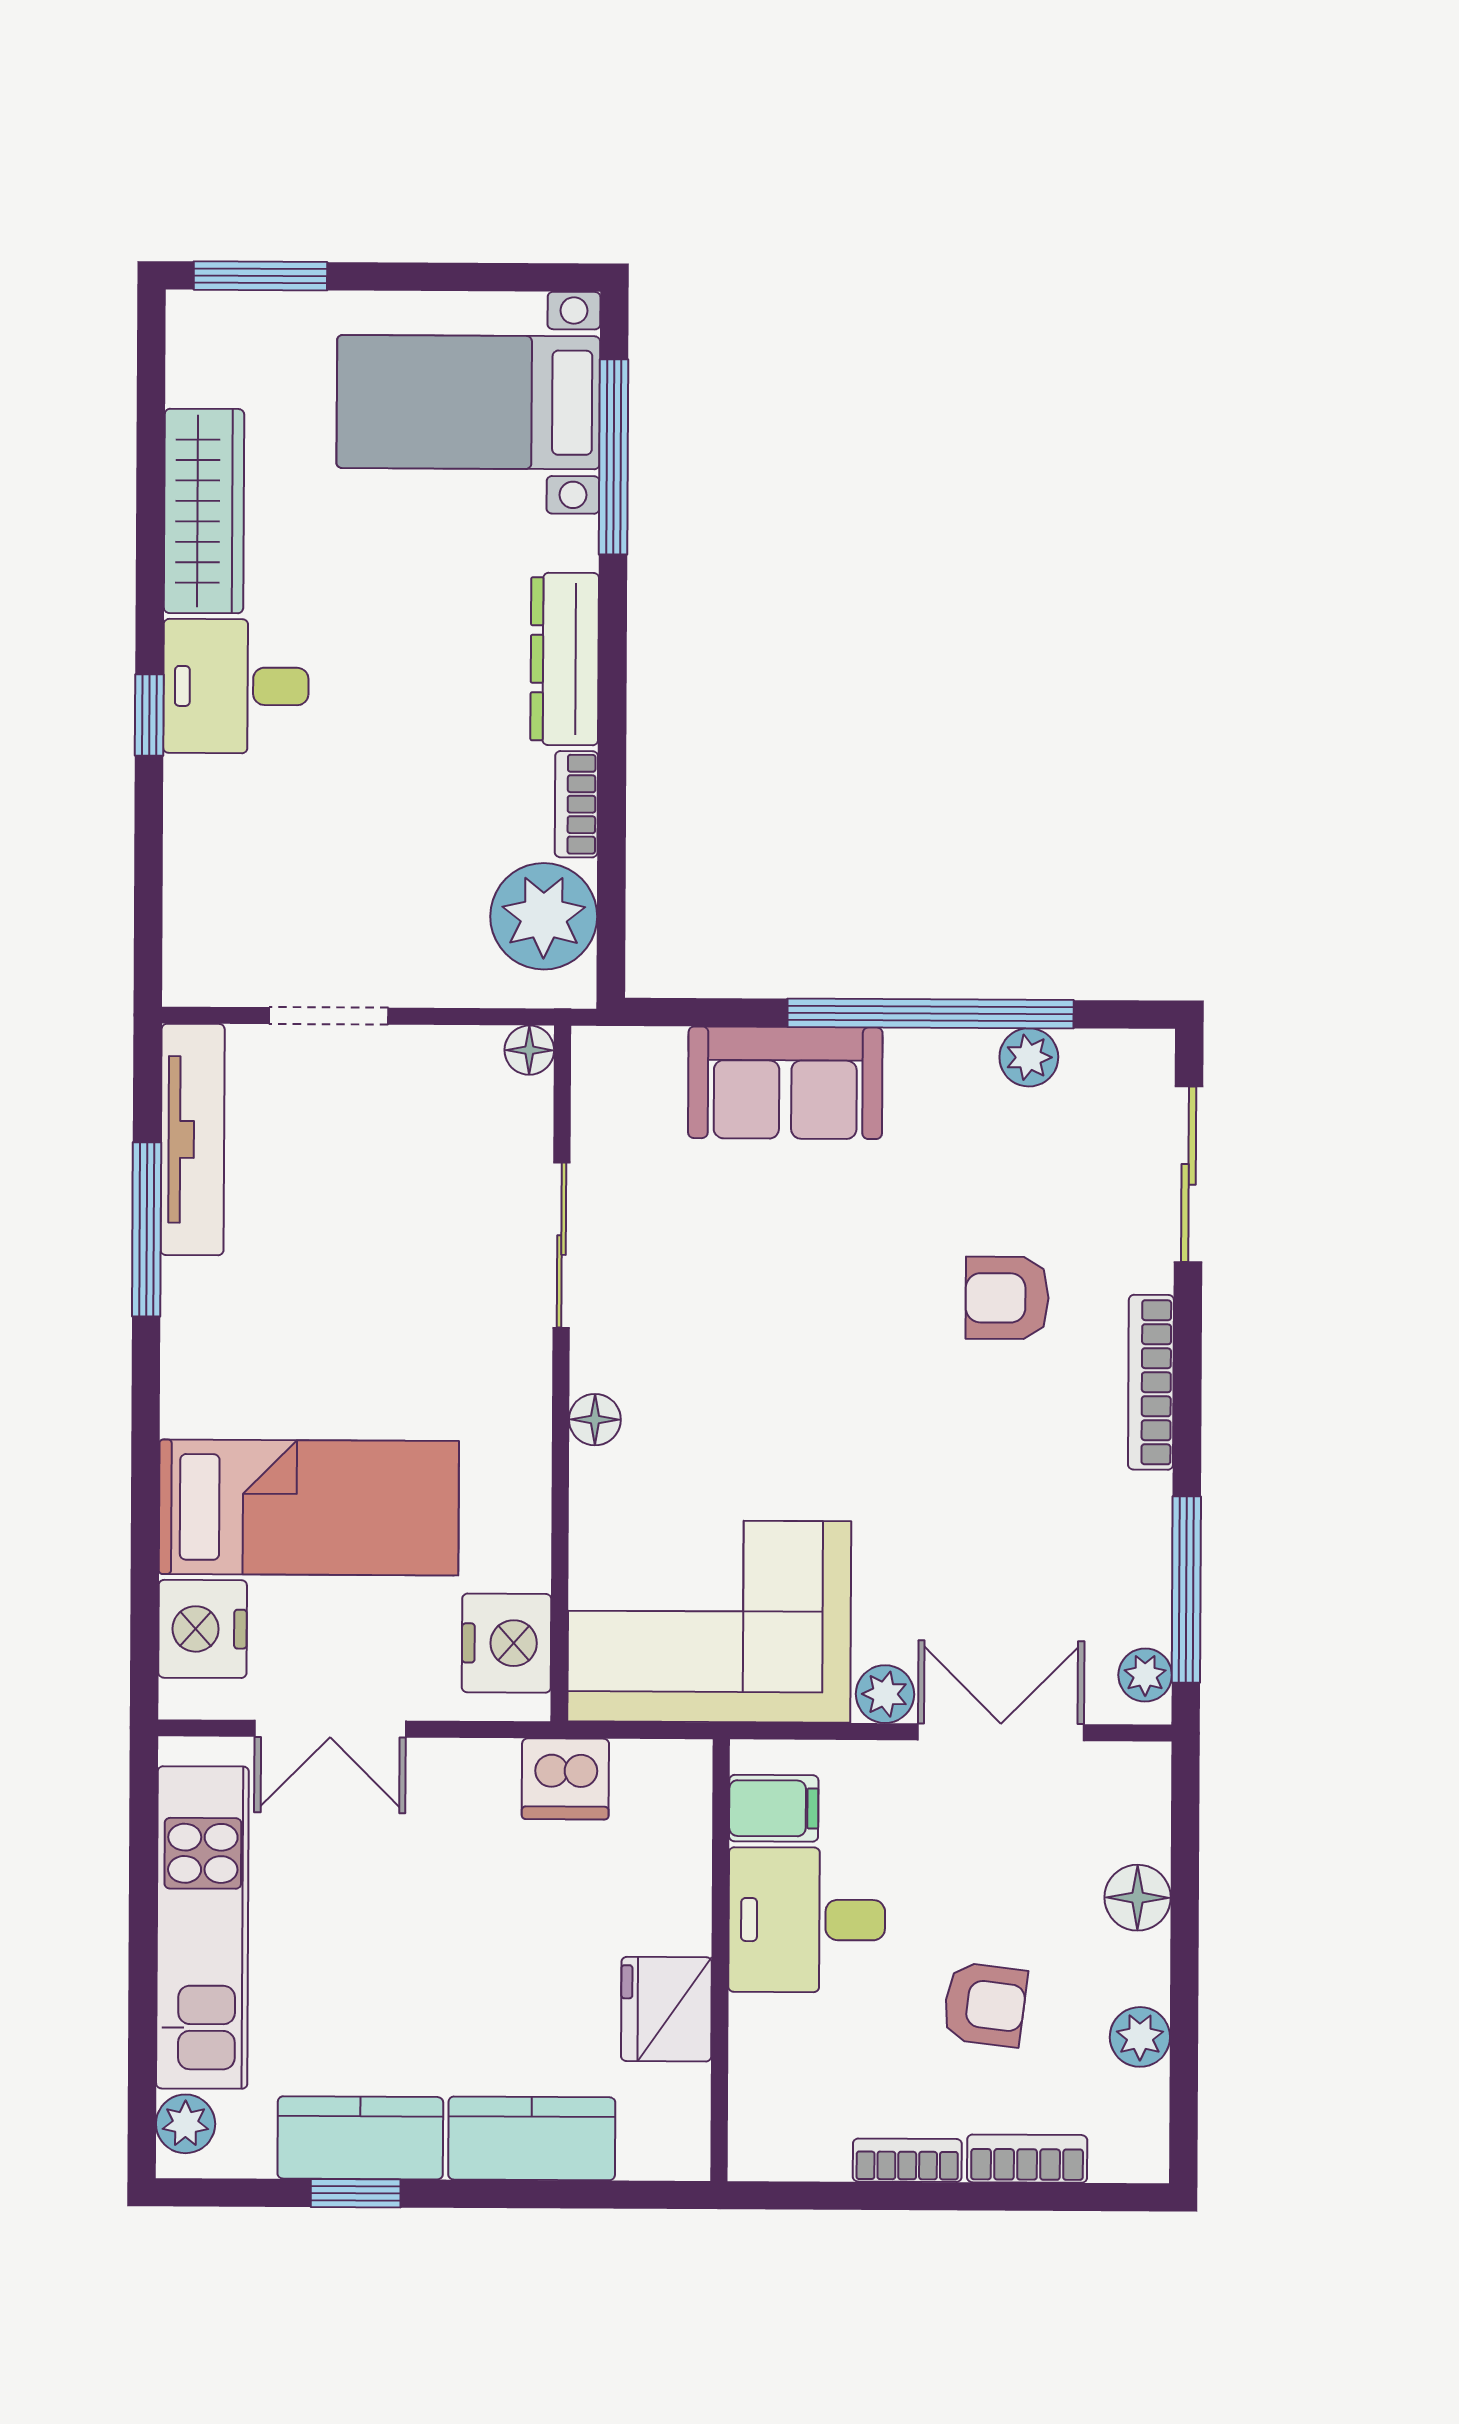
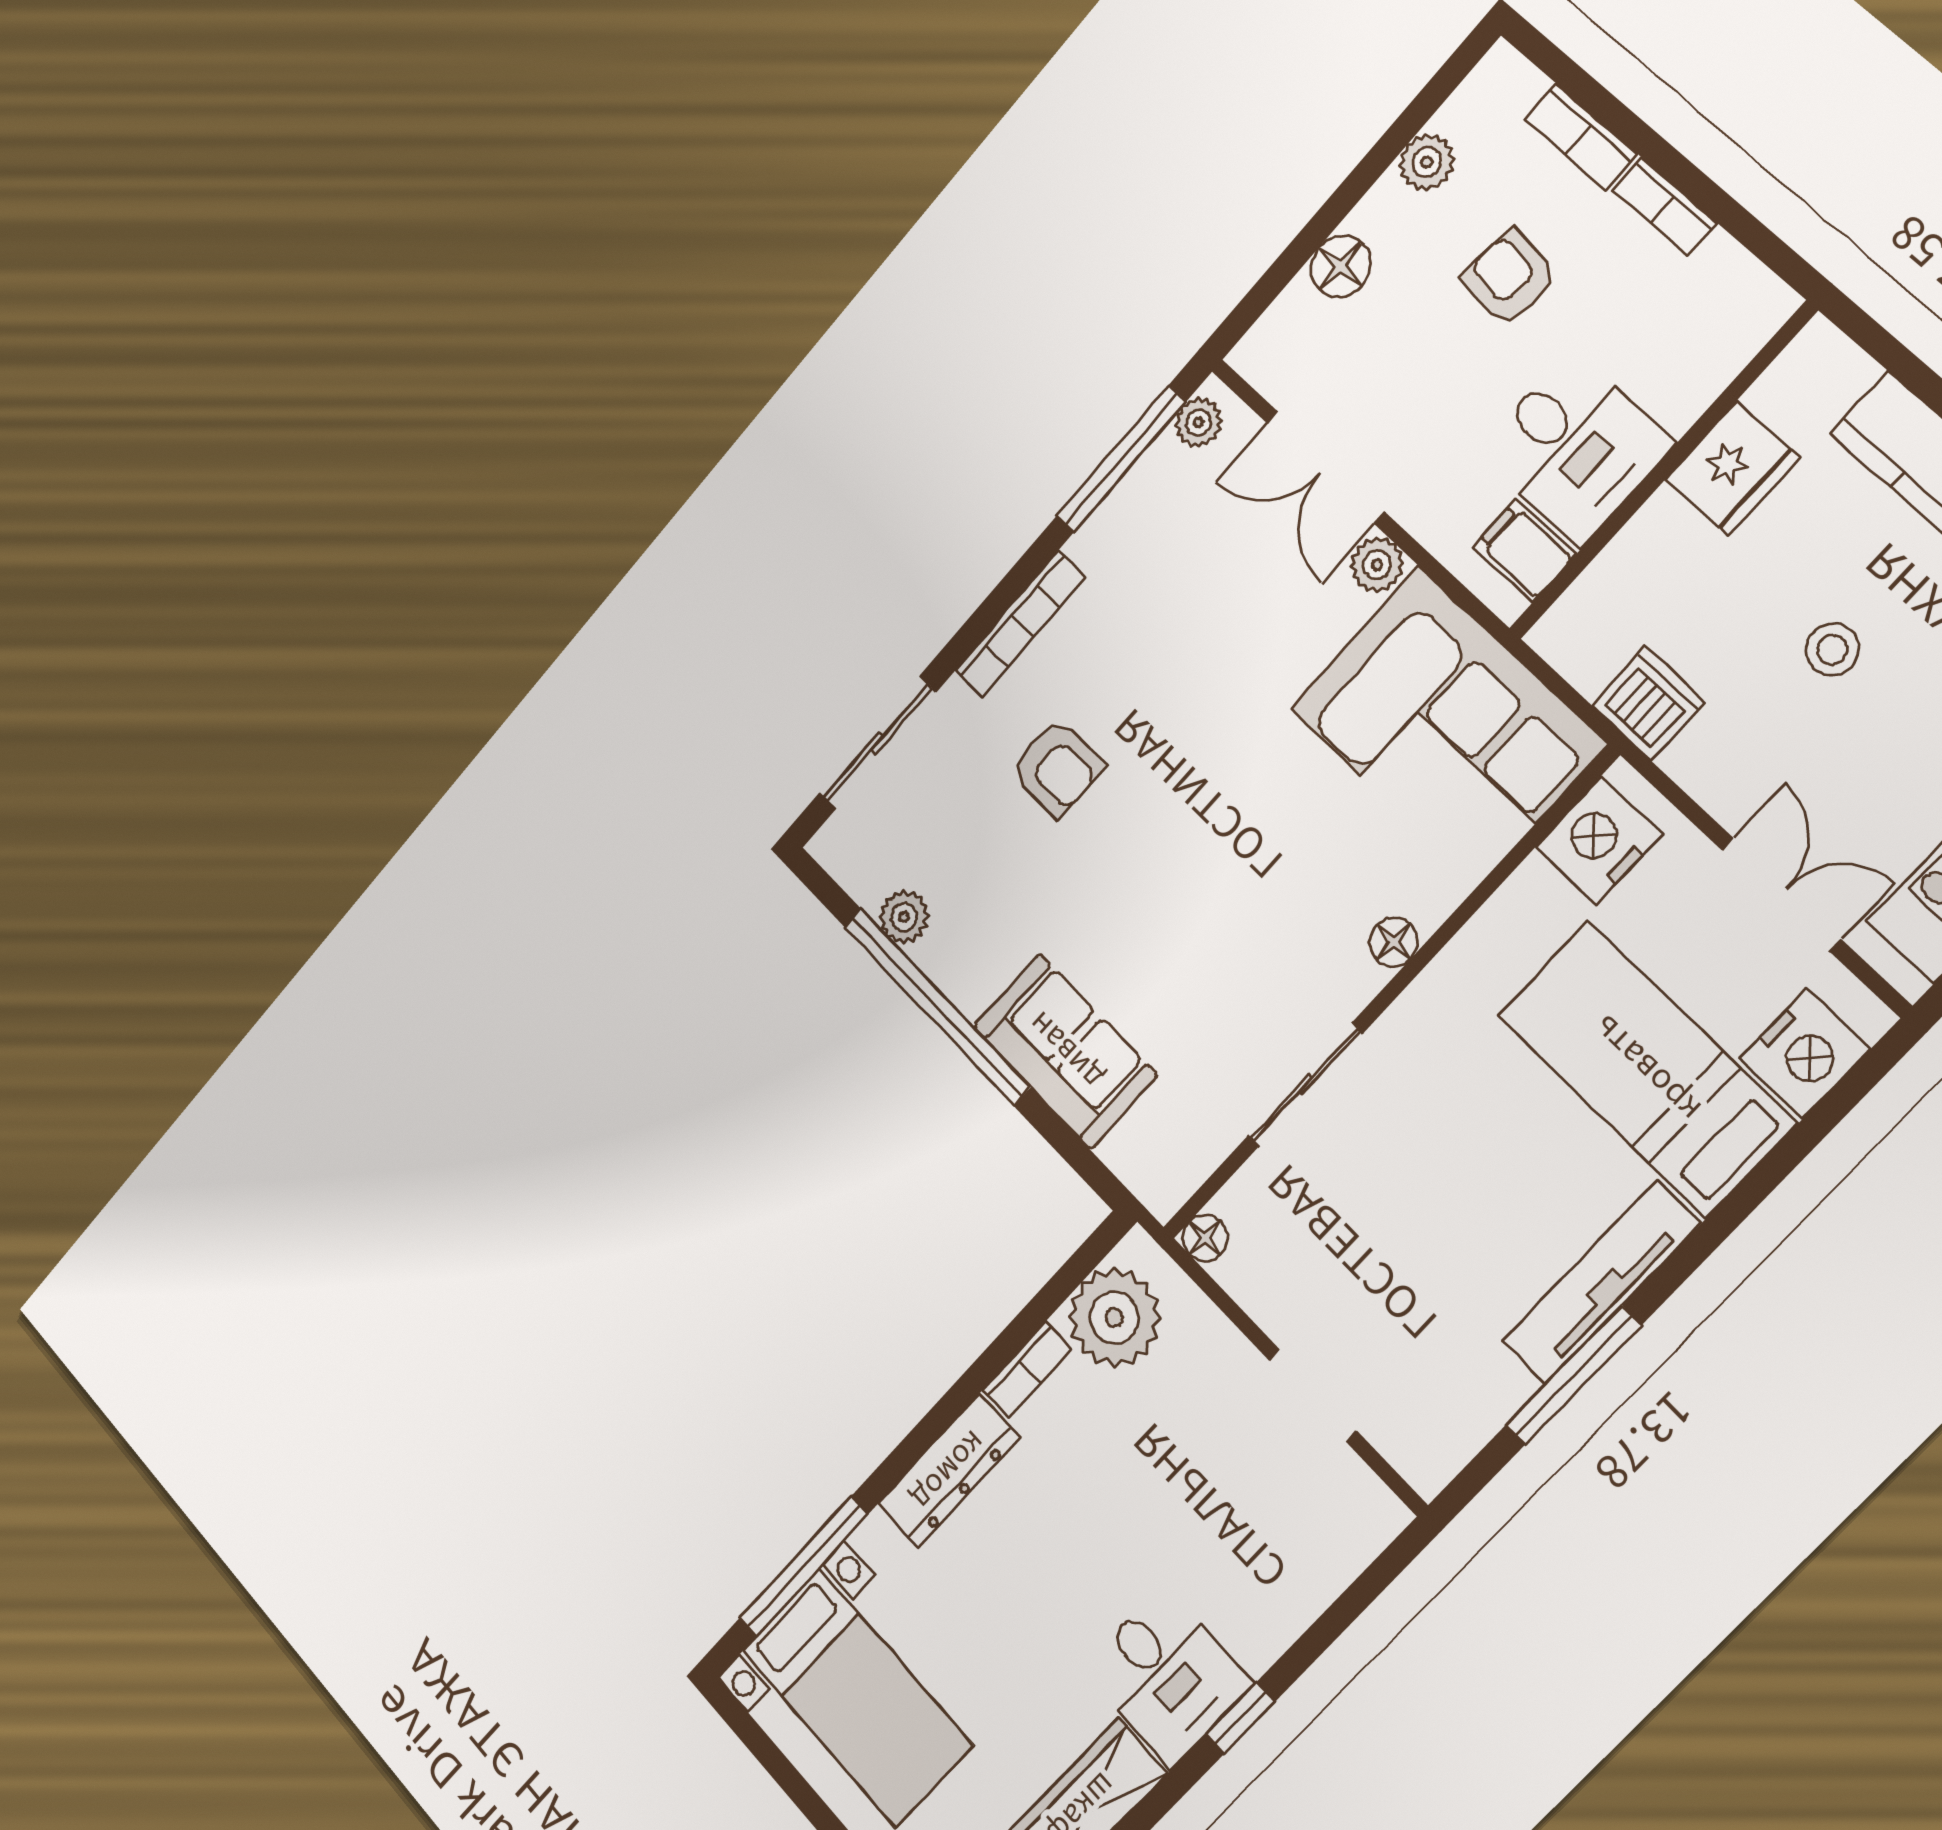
tv unit: (193, 1139) -> (1601, 1283), moved
stool: (463, 1941) -> (1832, 650), added

